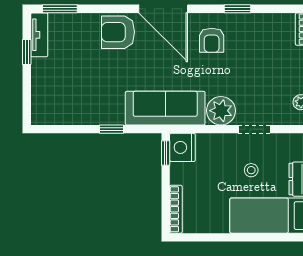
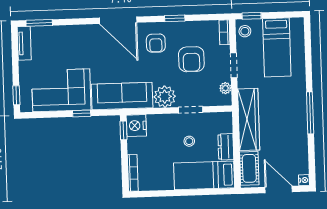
armchair: (118, 32) -> (191, 59), moved, turned -90
window: (27, 52) -> (16, 95), moved
corner sofa: (86, 98) -> (61, 90), added

